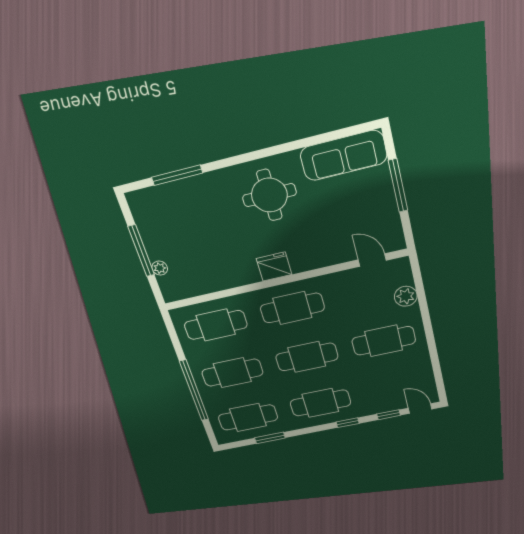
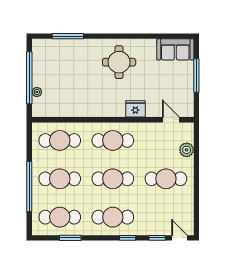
sofa: (344, 156) -> (175, 49), width x0.73
window: (141, 251) -> (29, 78), width x1.46
fridge: (274, 267) -> (135, 109), moved

